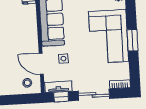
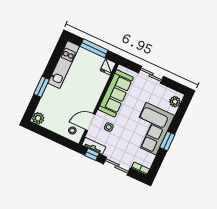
door: (41, 64) -> (90, 122), hinge flipped

